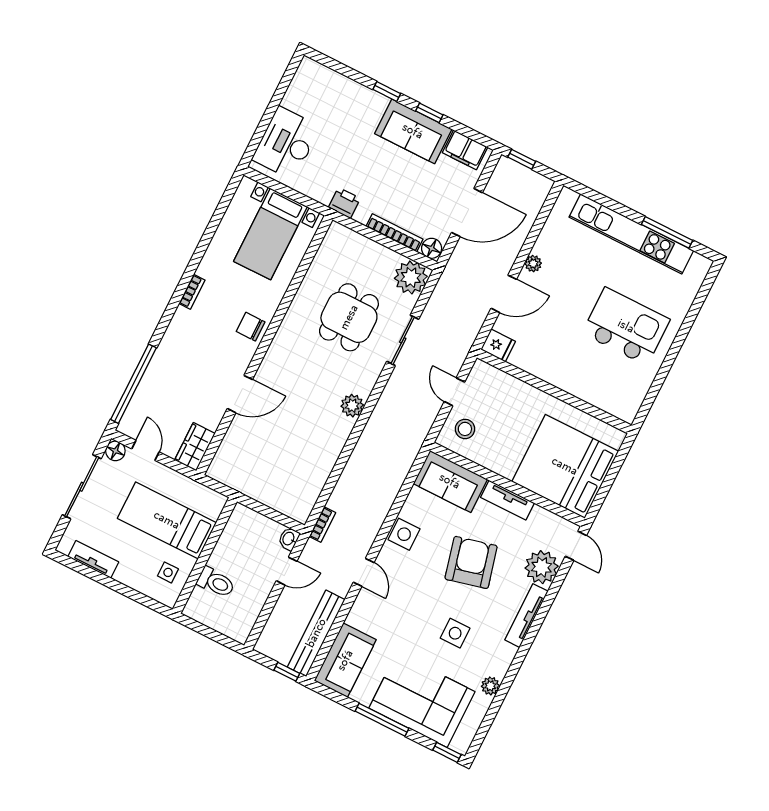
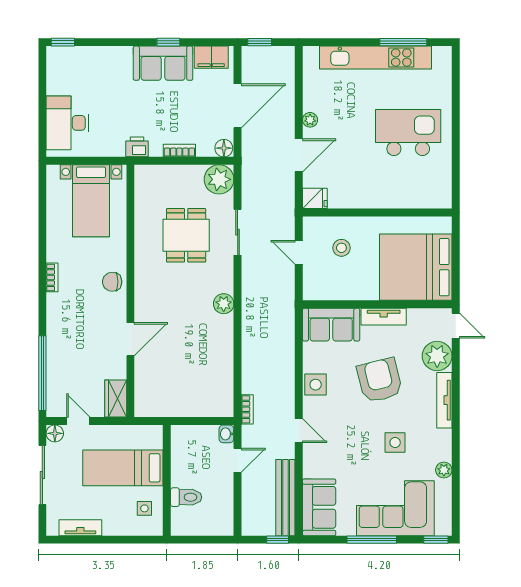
window: (387, 91) -> (63, 42), moved
bookcase: (395, 233) -> (179, 151), width x0.64
stool: (465, 429) -> (341, 248), moved

